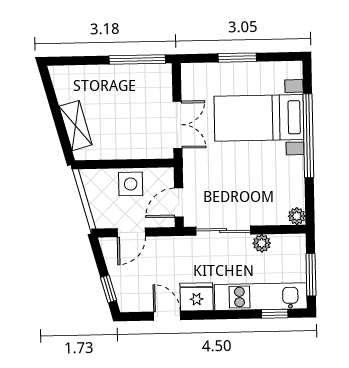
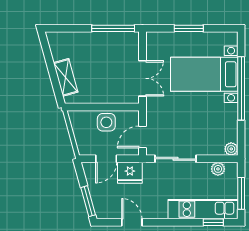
plant: (262, 243) -> (218, 169), moved
window: (108, 289) -> (88, 201), width x1.50
fridge: (197, 297) -> (130, 173), moved, turned 180

